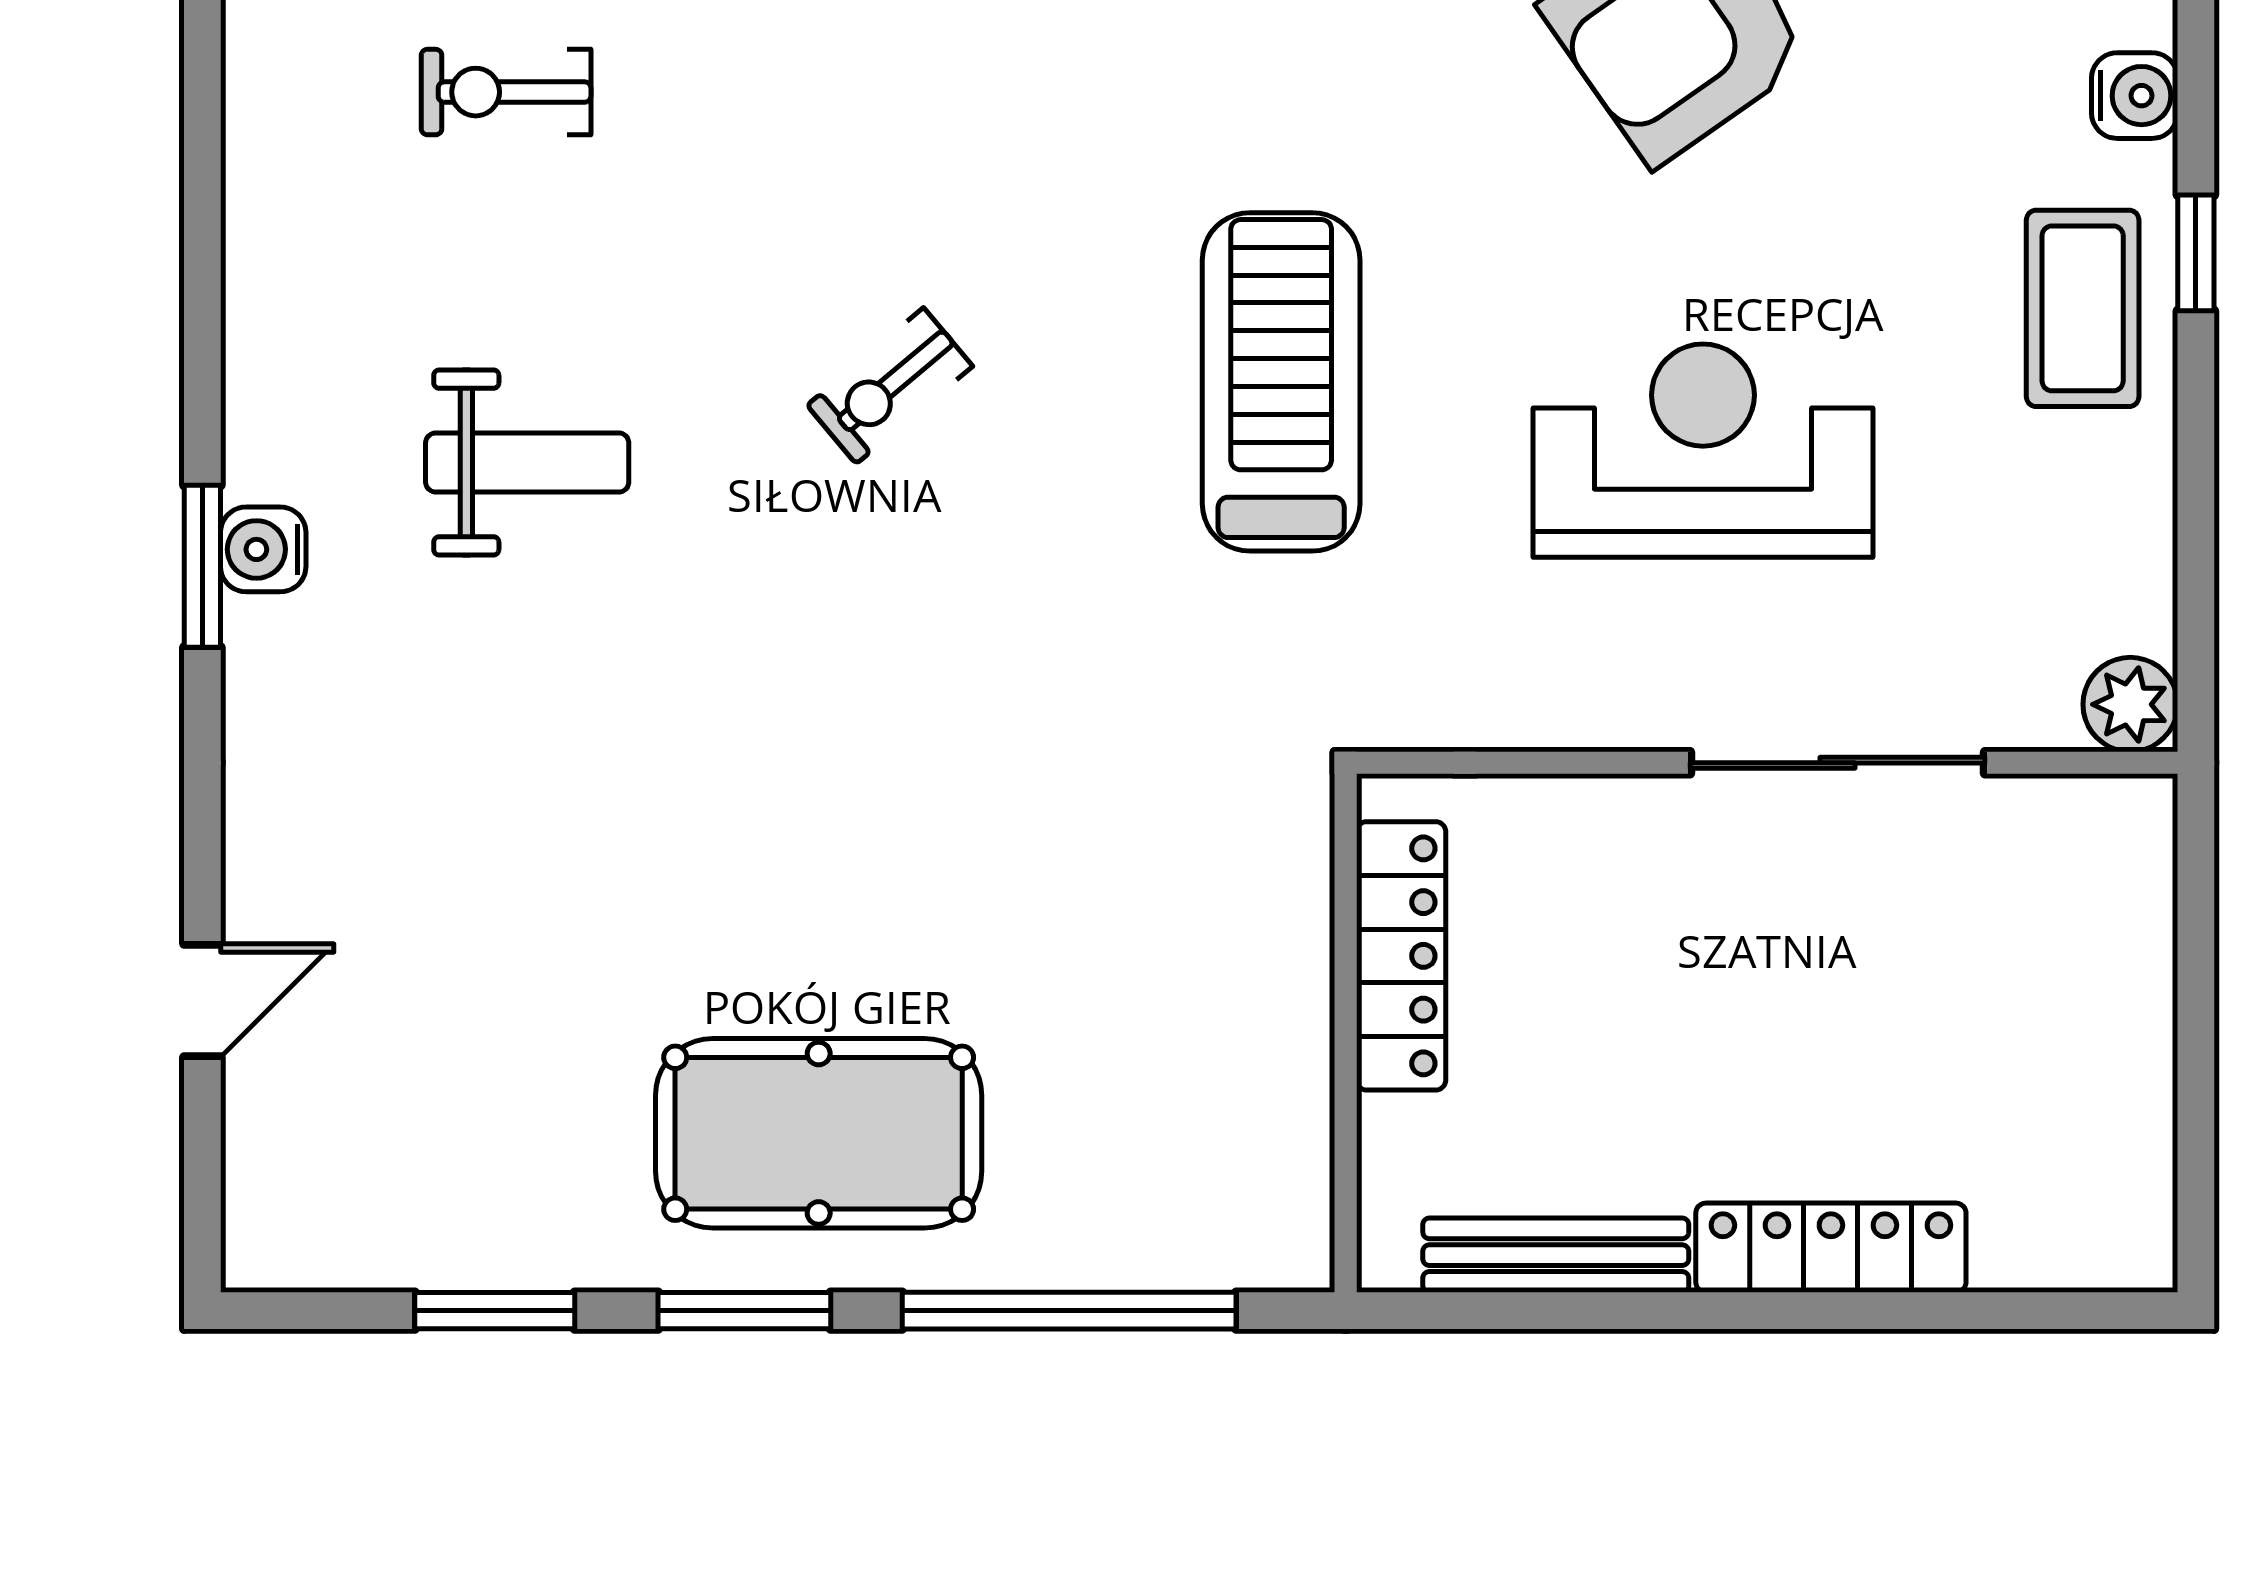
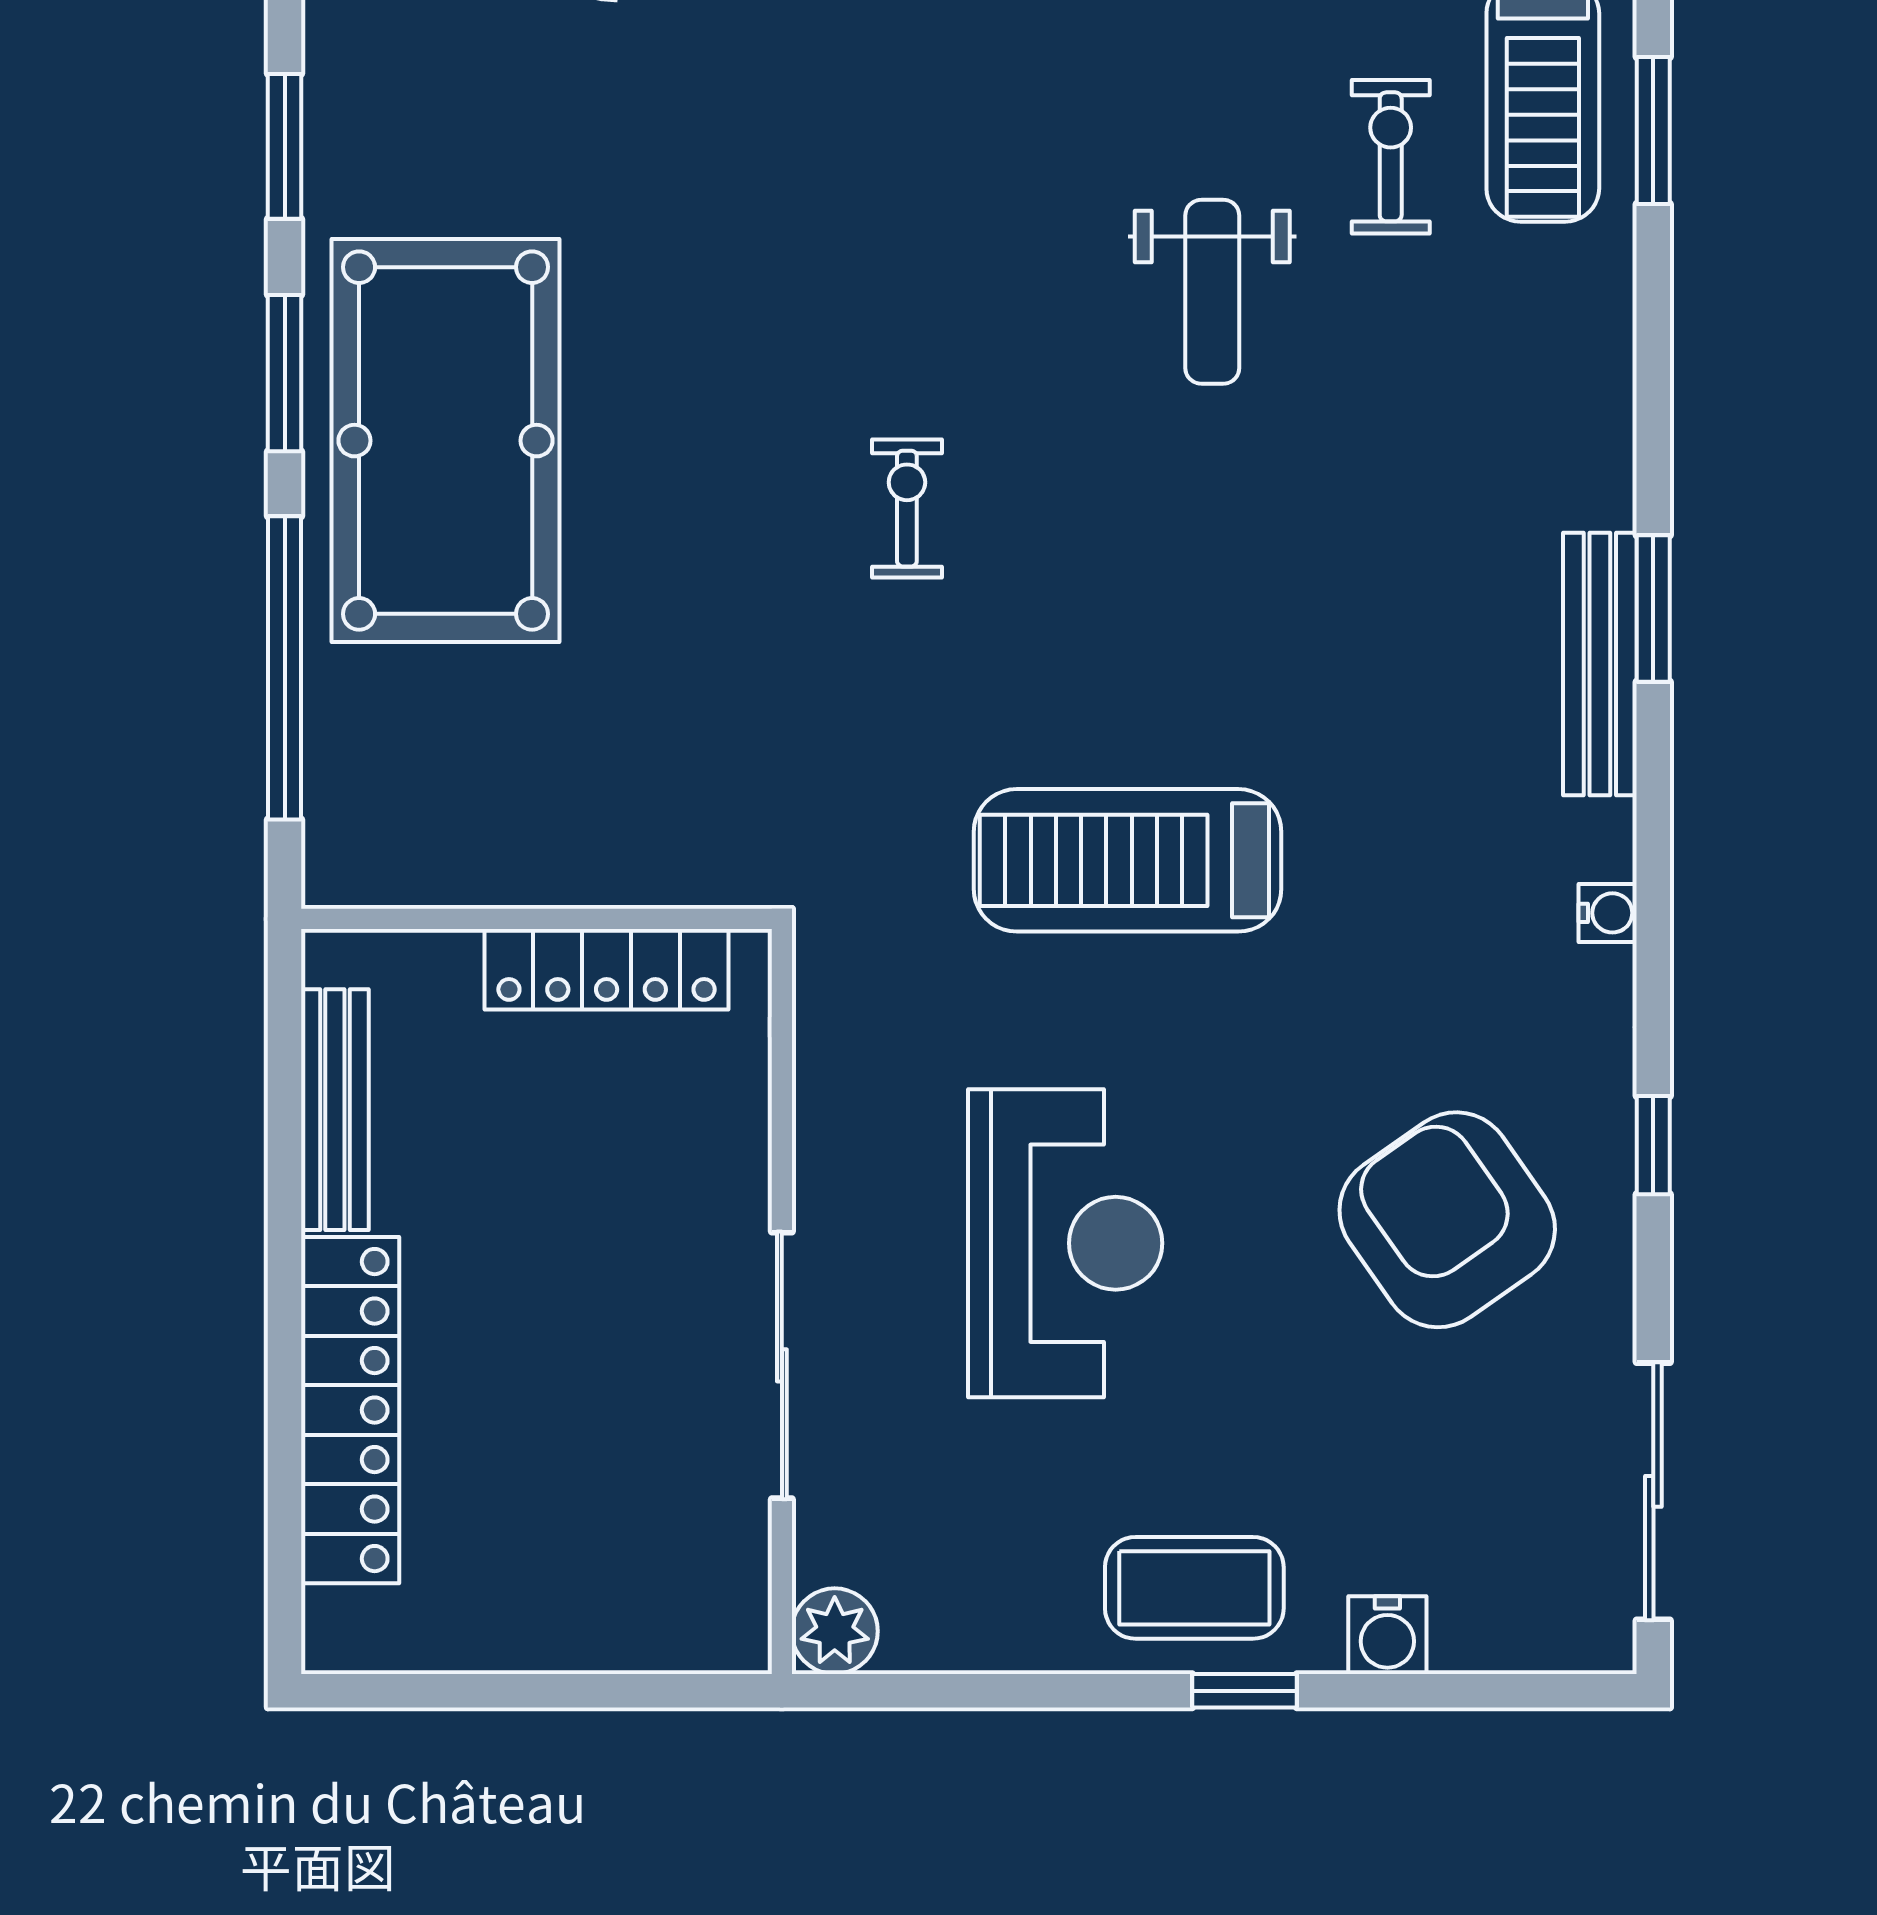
treadmill: (1281, 382) -> (1128, 860), turned 180
exercise bike: (890, 386) -> (907, 509), moved, turned 40
weight bench: (527, 462) -> (1212, 292), moved
pool table: (819, 1133) -> (446, 441), width x1.36, depth x1.32
locker: (1831, 1248) -> (350, 1410), width x1.41, depth x1.21

